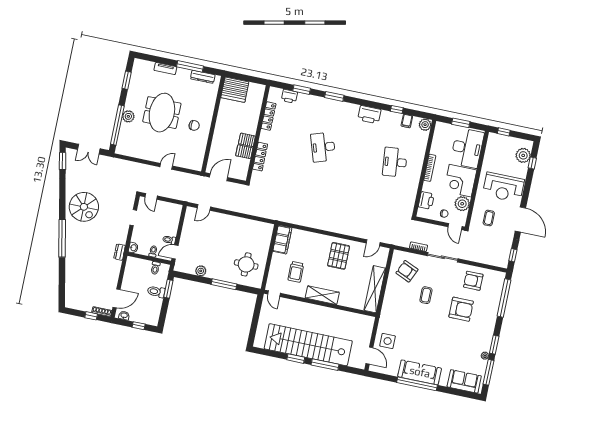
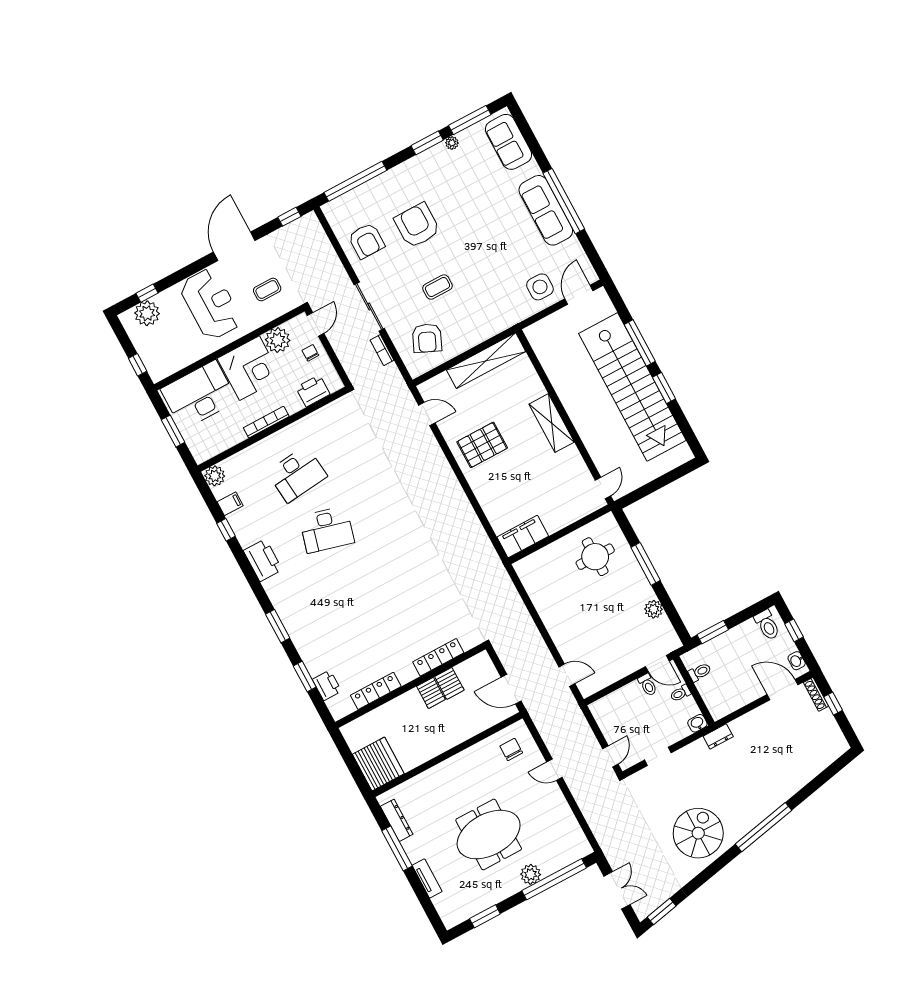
chair: (194, 125) -> (511, 749), moved
desk: (323, 147) -> (327, 530), moved, turned 33
trolley: (296, 272) -> (550, 483), removed
toilet: (156, 292) -> (767, 625), moved

